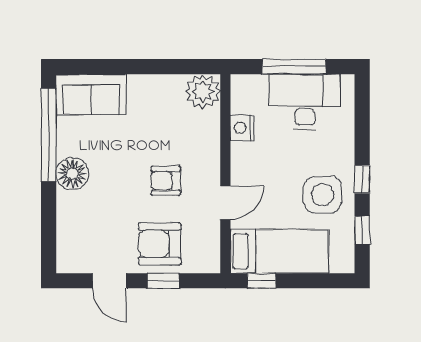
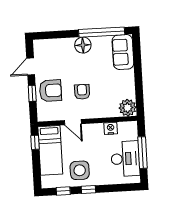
armchair: (160, 244) -> (50, 91), turned 90

